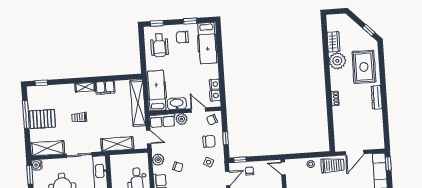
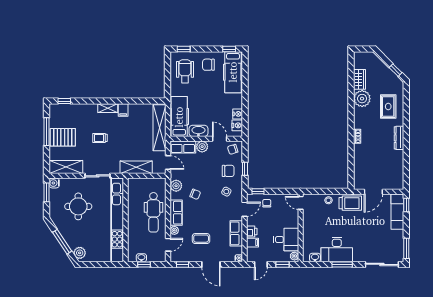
window: (190, 21) -> (229, 49), moved
wheelchair: (159, 45) -> (185, 71), turned 180
rug: (364, 67) -> (388, 107), width x0.73, depth x0.70
filing cabinet: (105, 88) -> (123, 110), width x0.50

